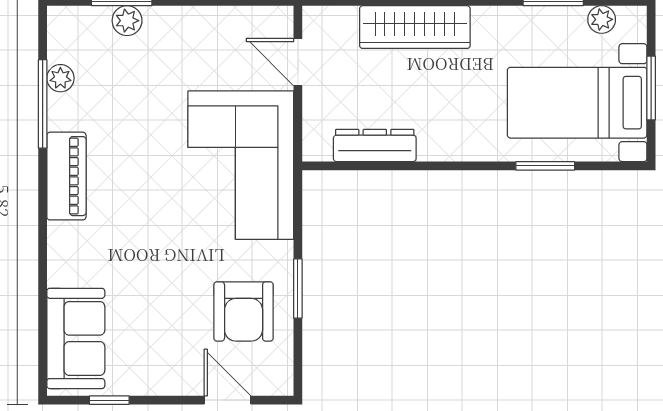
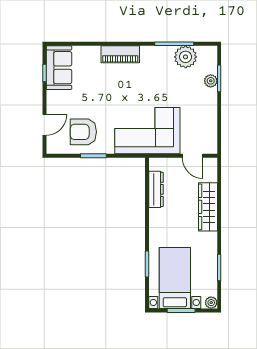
plant: (602, 19) -> (211, 303), moved
door: (298, 62) -> (193, 156), swing flipped
plant: (60, 78) -> (186, 57), width x1.88, depth x1.88
piano: (66, 176) -> (120, 54), moved
sofa: (76, 338) -> (59, 68), moved, turned -90

